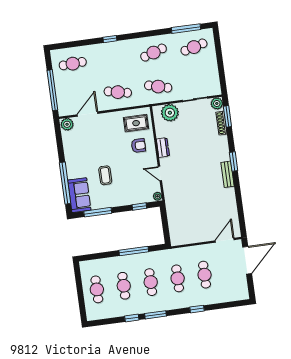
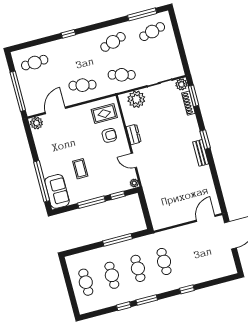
window: (98, 212) -> (91, 202), moved
cafe table: (205, 275) -> (190, 255), removed

